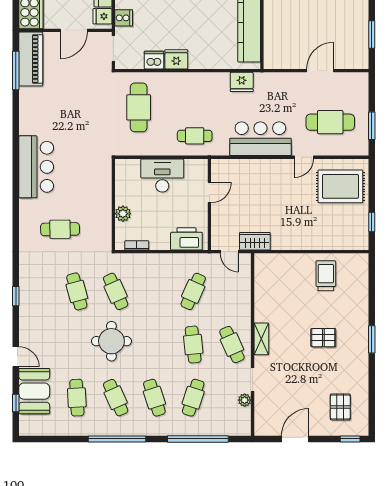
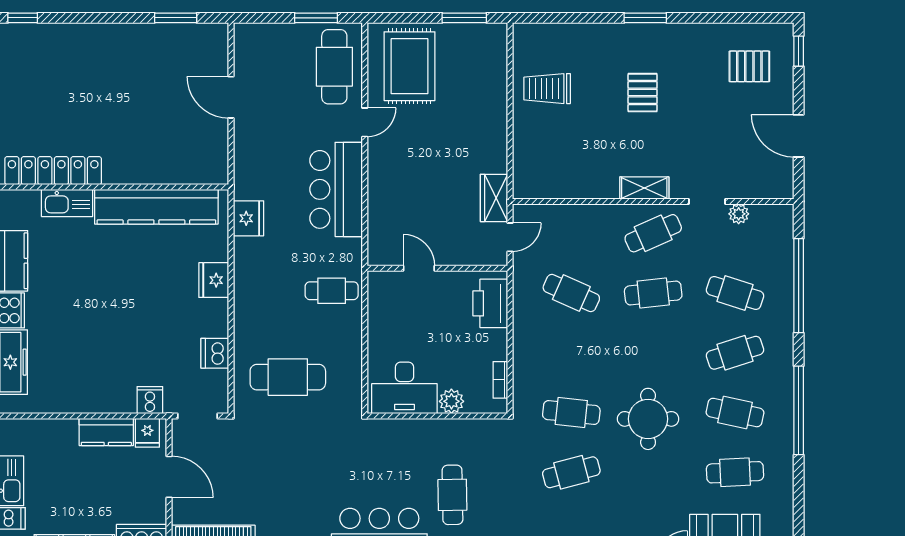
fridge: (176, 59) -> (214, 280), moved
cafe table: (330, 122) -> (334, 67), moved
cafe table: (195, 136) -> (332, 291), turned 90
door: (304, 157) -> (365, 122), hinge flipped
desk: (162, 176) -> (404, 388), moved, turned -90
window: (372, 222) -> (464, 18), width x1.50
cafe table: (60, 229) -> (452, 495), moved
cafe table: (116, 291) -> (571, 413), turned 30
cafe table: (116, 398) -> (735, 413), turned 36

